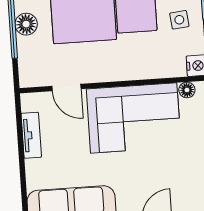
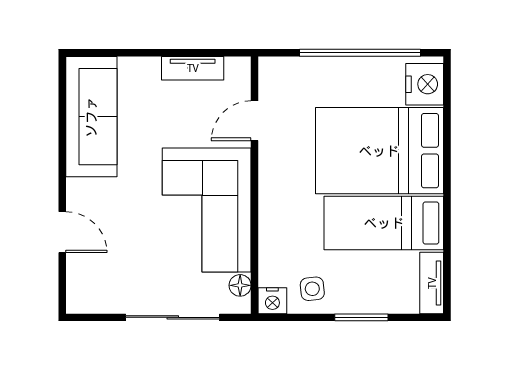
side table: (179, 20) -> (312, 289), moved
floor lamp: (26, 24) -> (345, 72), removed

